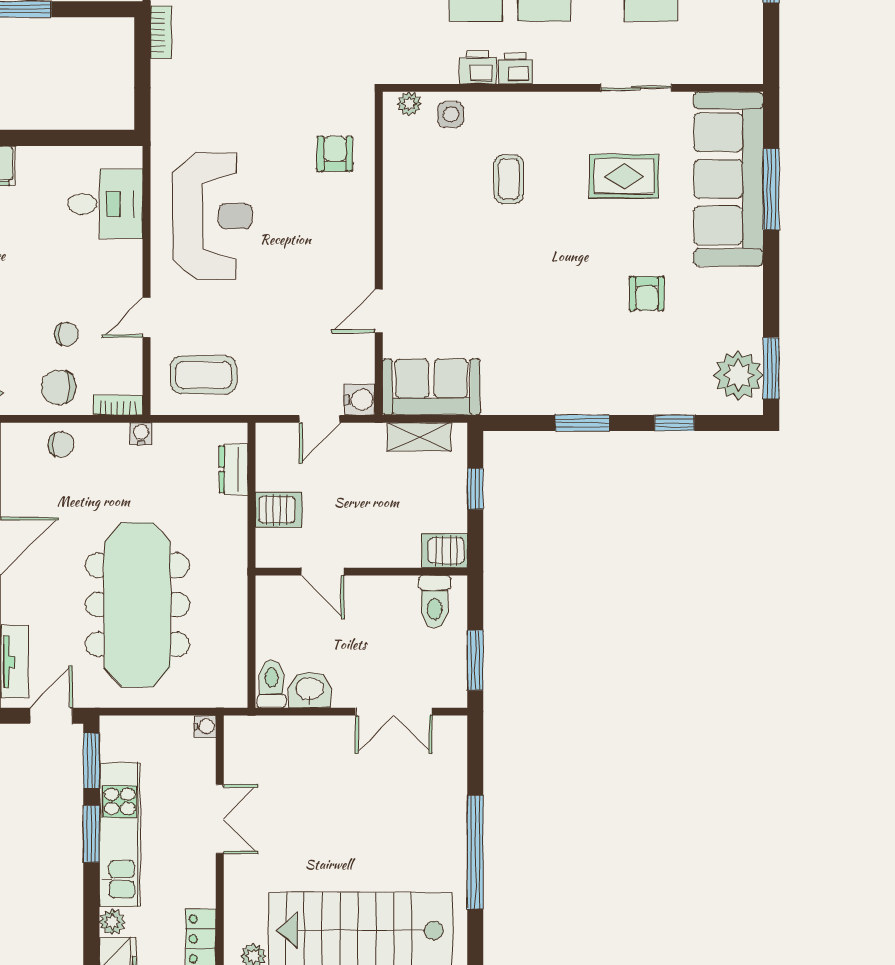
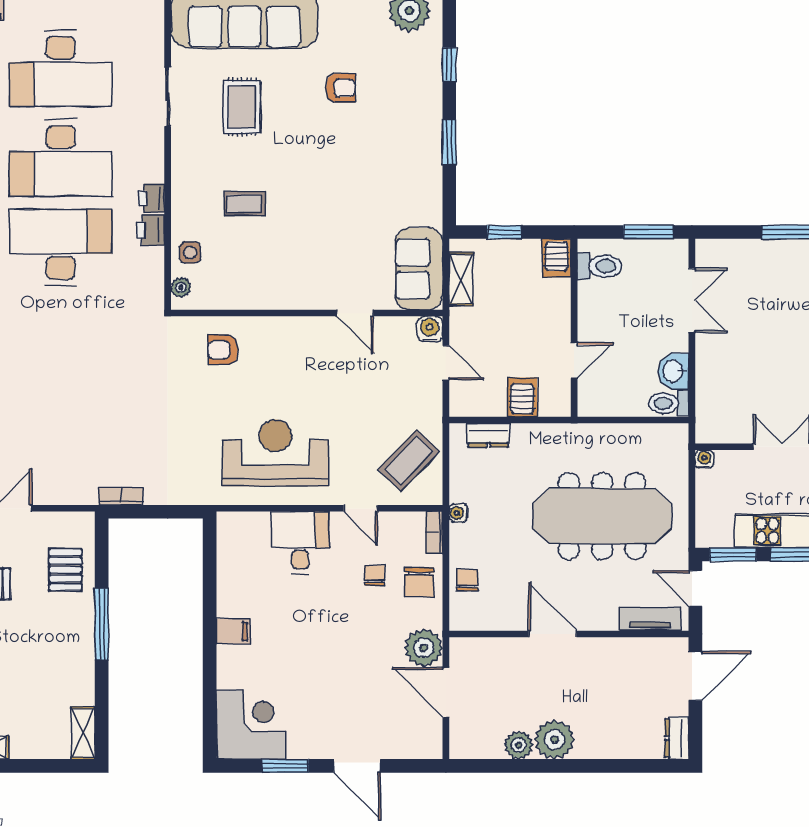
desk: (105, 204) -> (300, 543), moved
coffee table: (203, 375) -> (409, 460), turned 44

